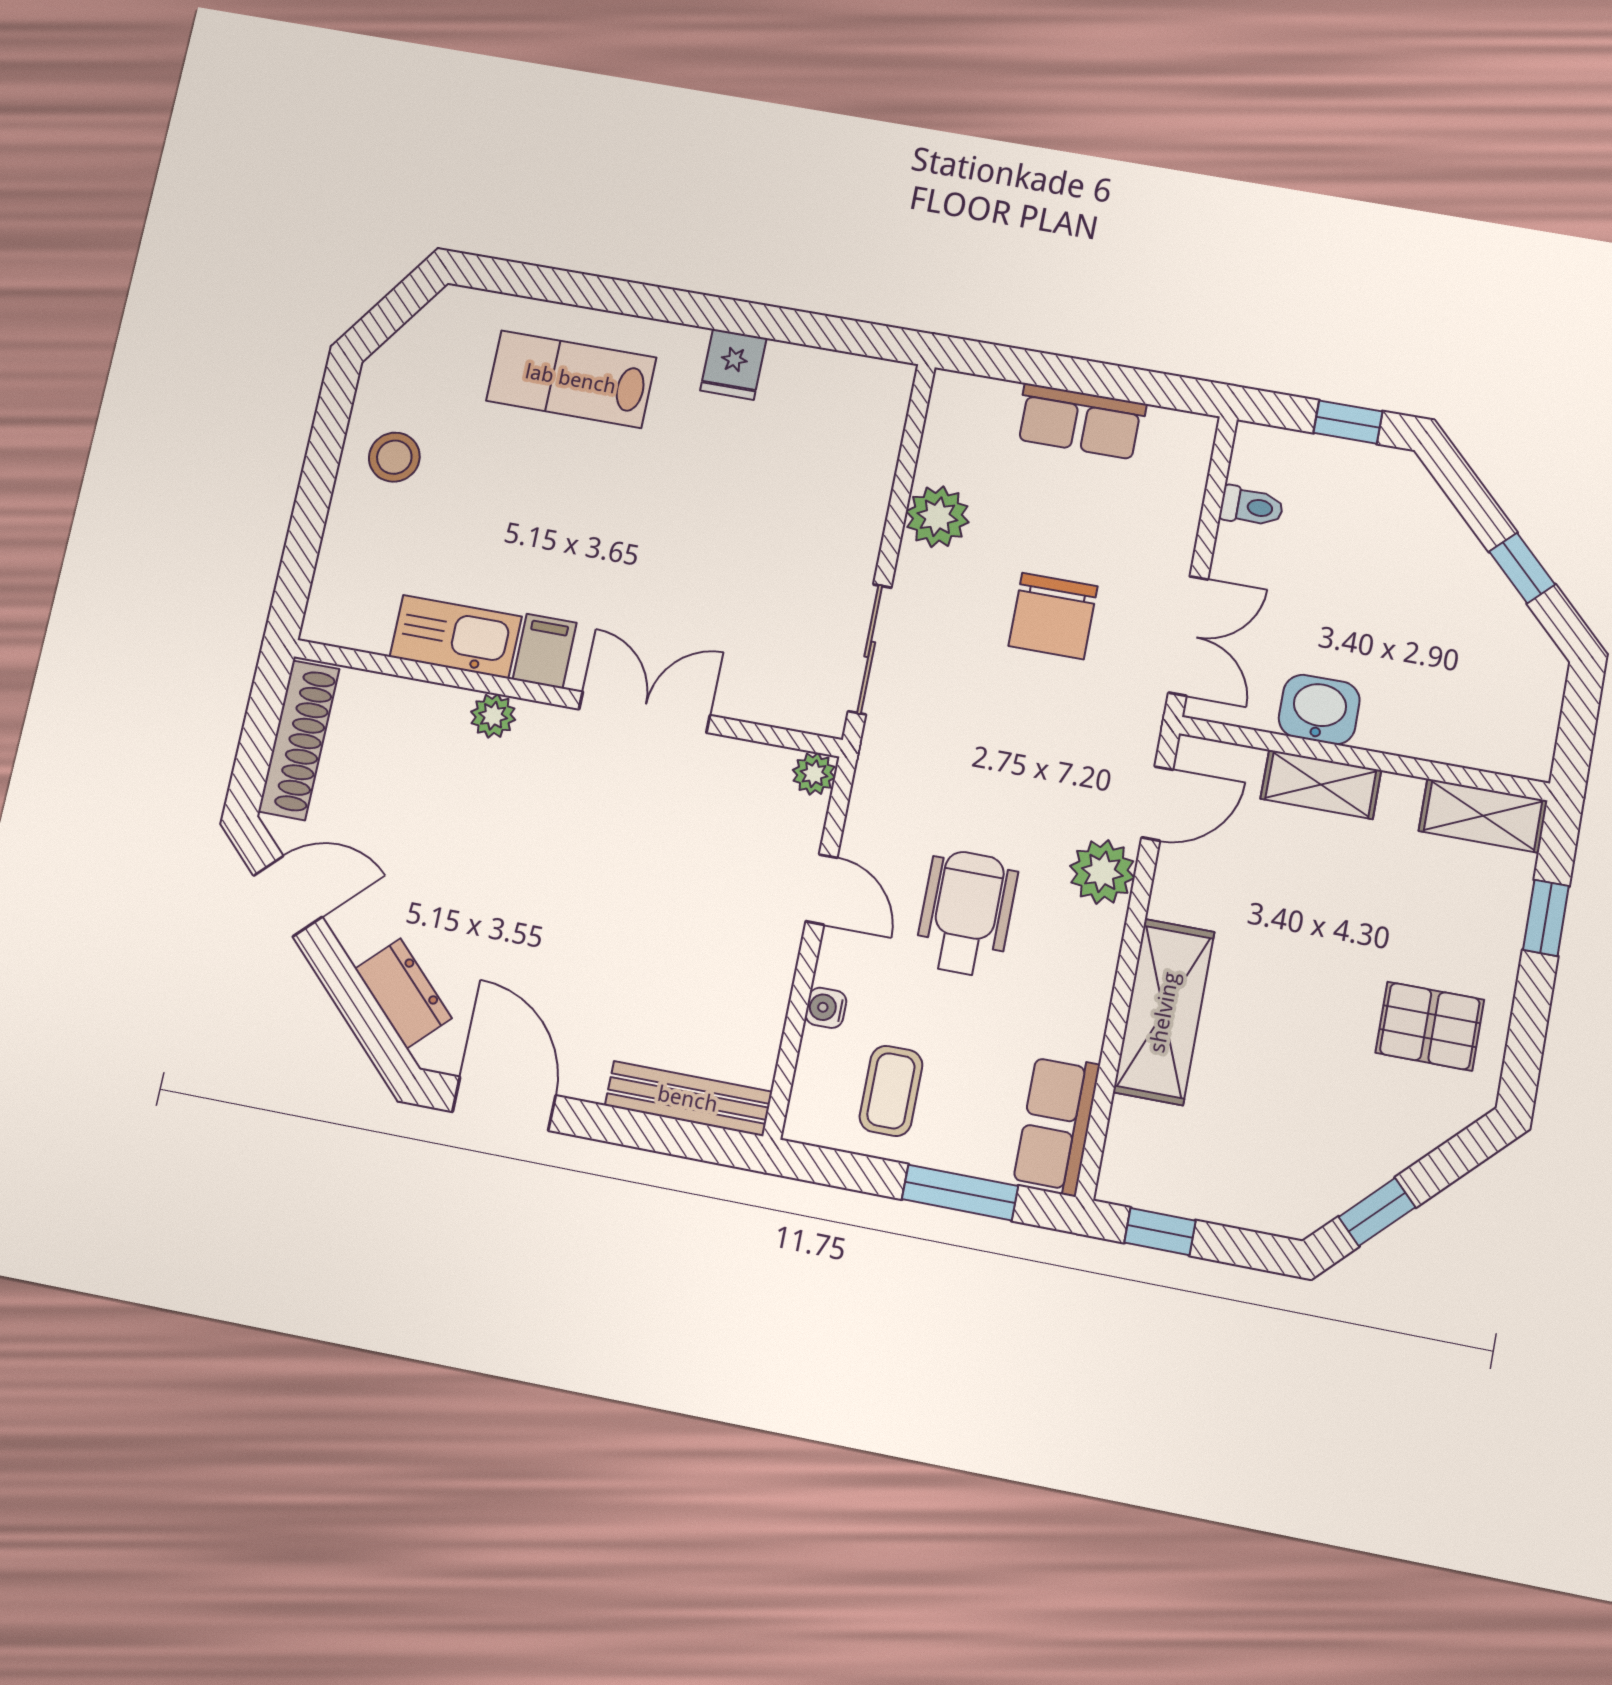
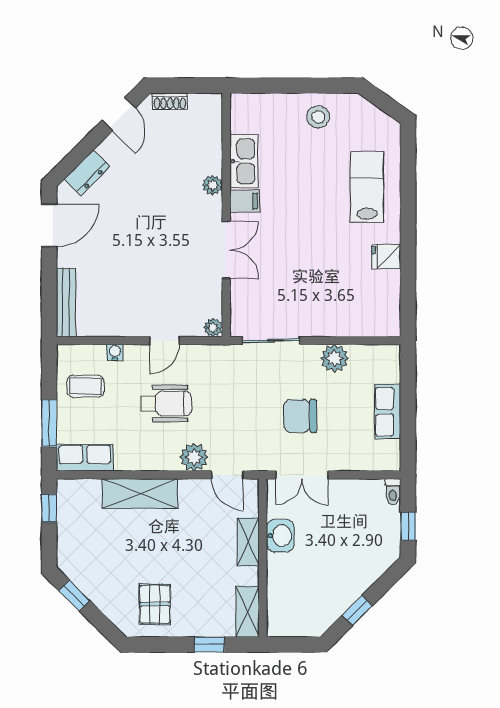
toilet: (1252, 506) -> (393, 492), moved
shoe rack: (299, 740) -> (170, 101), width x0.51, depth x0.81

